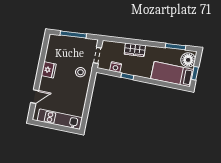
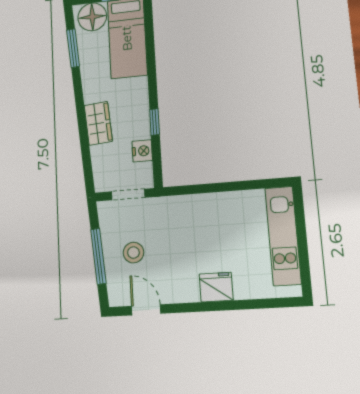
fridge: (49, 70) -> (216, 287), moved
stool: (80, 72) -> (133, 253), moved
door: (35, 97) -> (146, 310), moved

